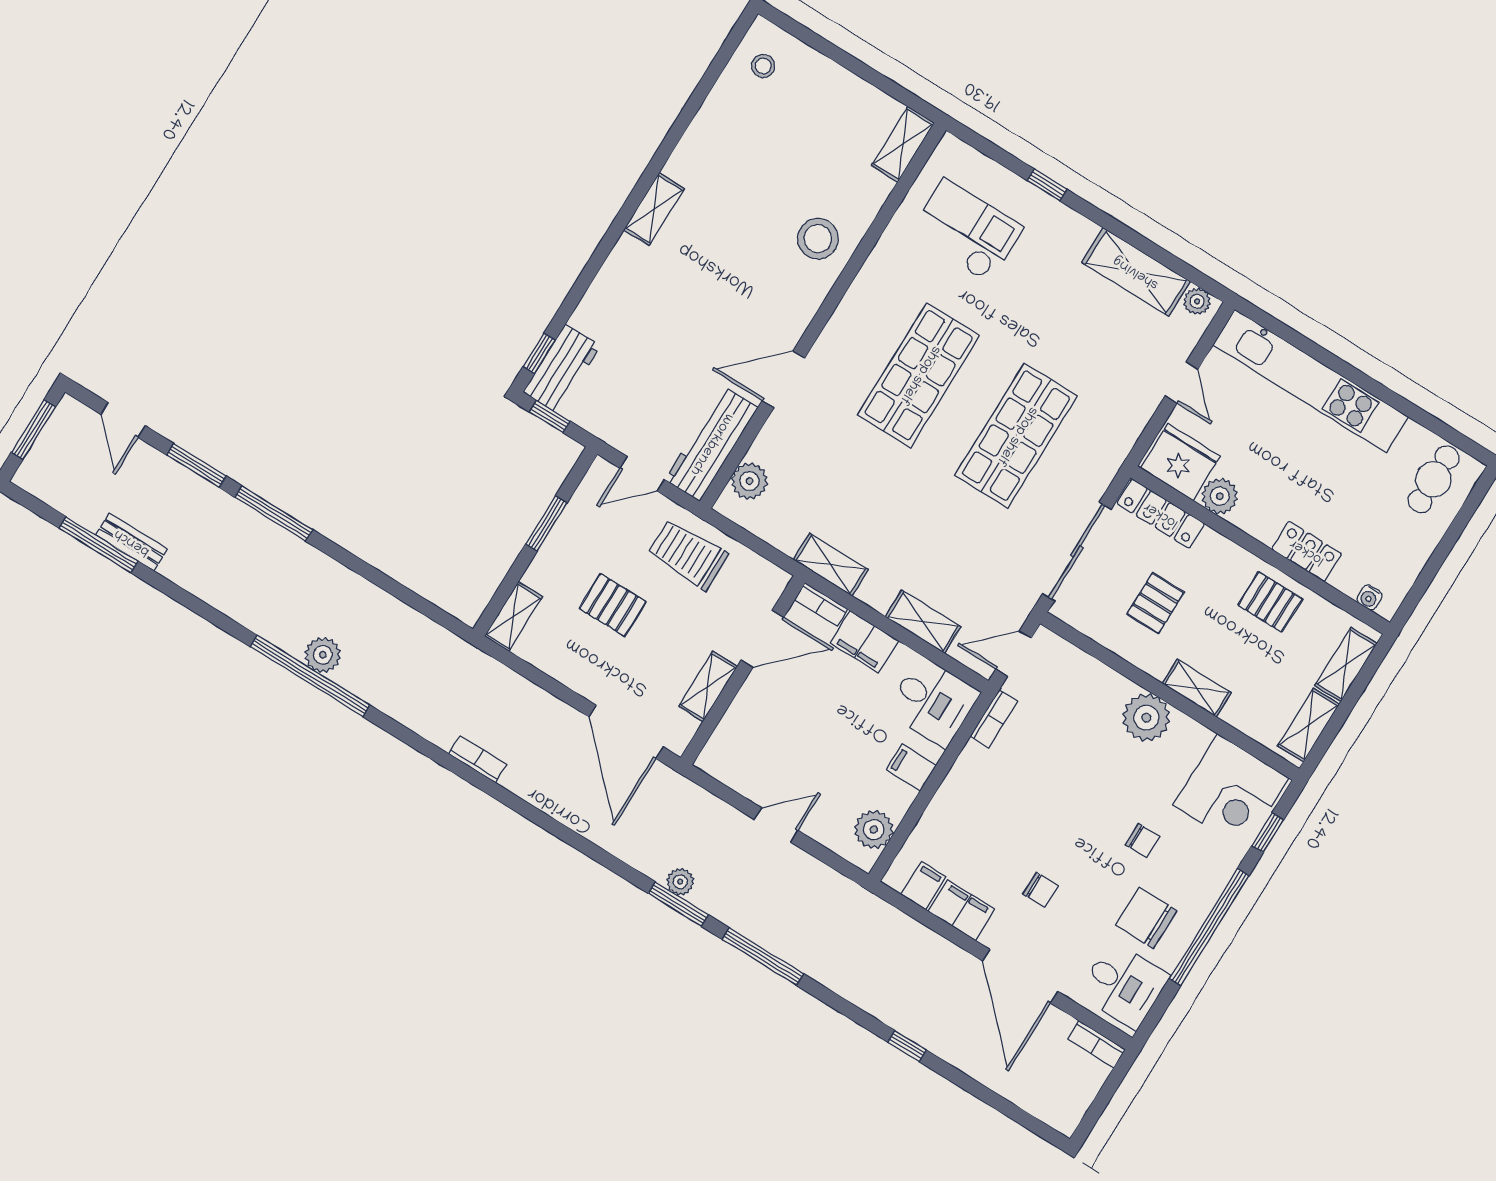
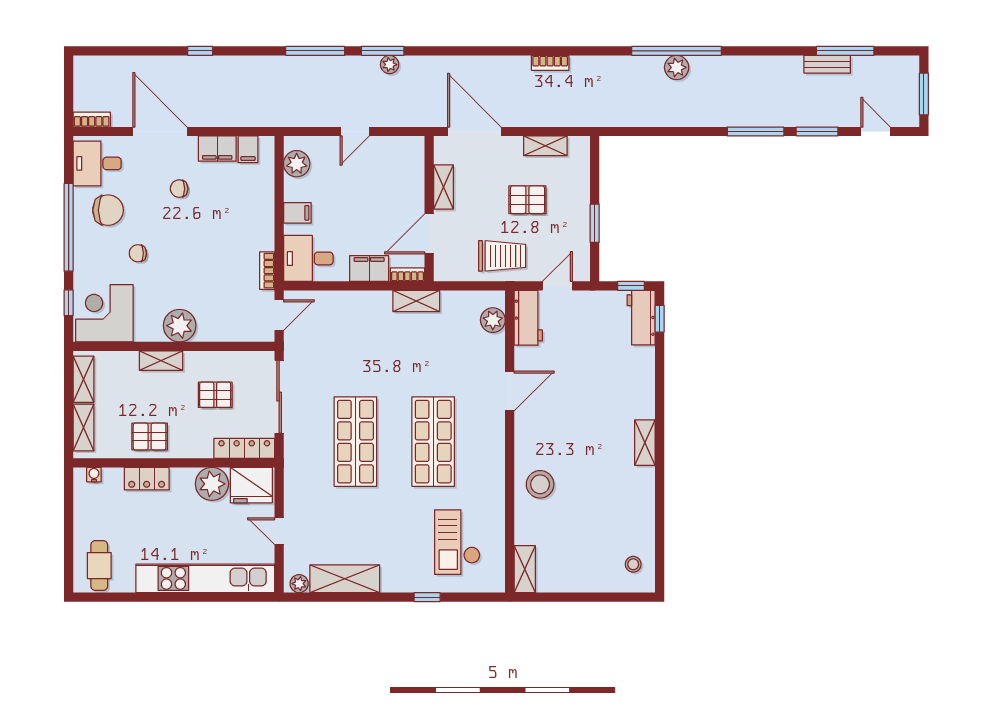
checkout: (966, 230) -> (457, 542), turned 90
workbench: (711, 444) -> (528, 318), width x0.73
plant: (1220, 496) -> (212, 484), width x1.36, depth x1.36
pallet: (1155, 603) -> (215, 395), turned 90
shelving: (513, 617) -> (545, 146), moved, turned 90
shelving: (923, 622) -> (343, 301), removed

